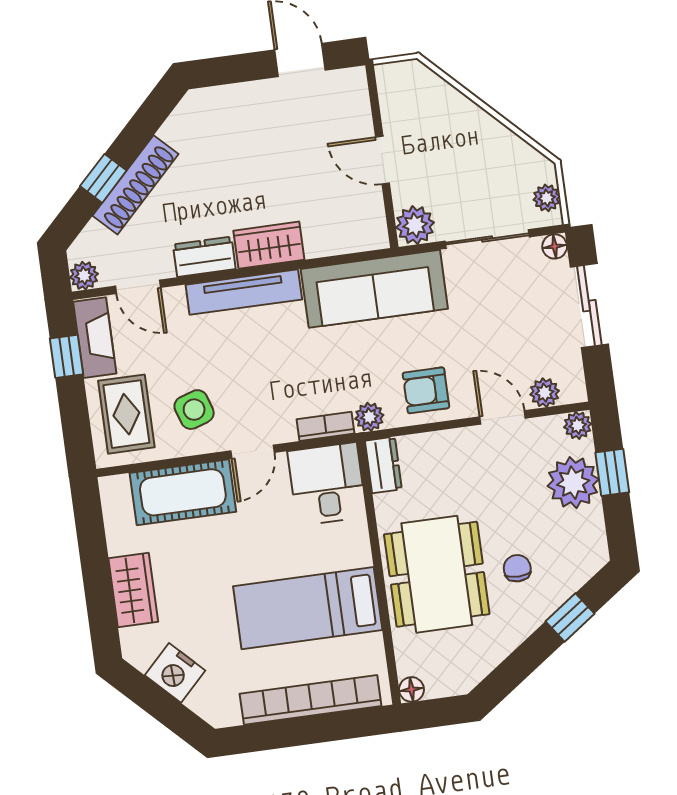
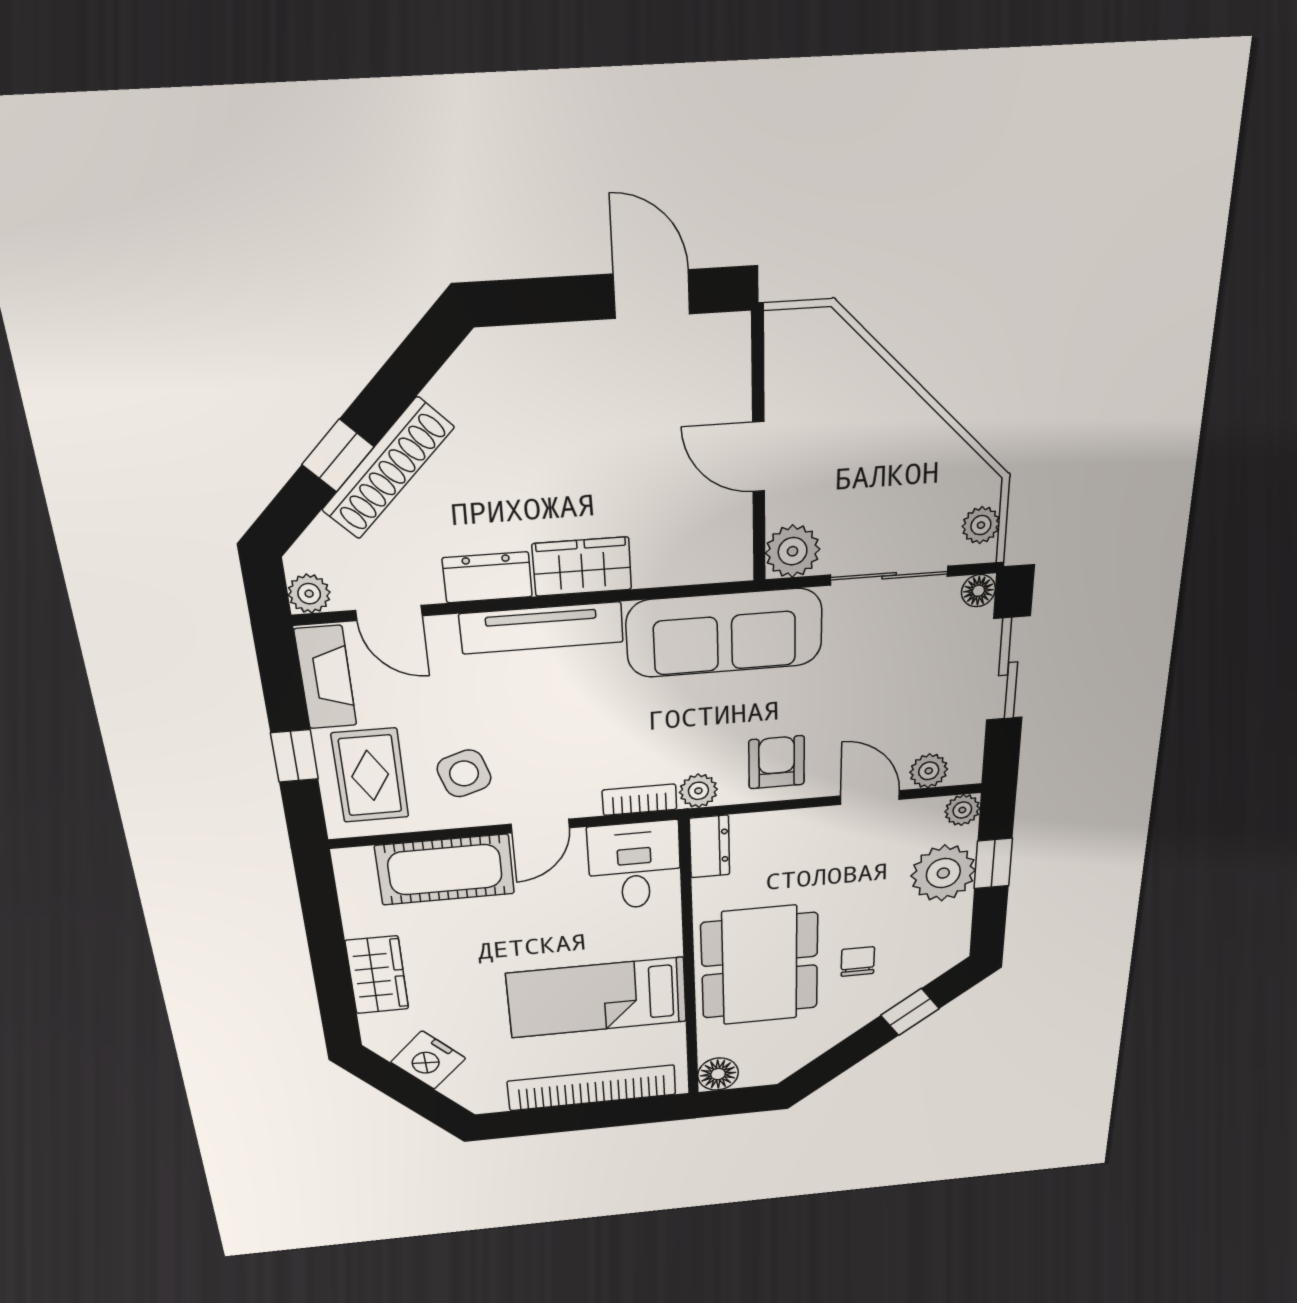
window: (67, 356) -> (294, 756), moved
armchair: (426, 390) -> (777, 762), turned 90
floor lamp: (411, 689) -> (718, 1074), width x1.37, depth x1.37

